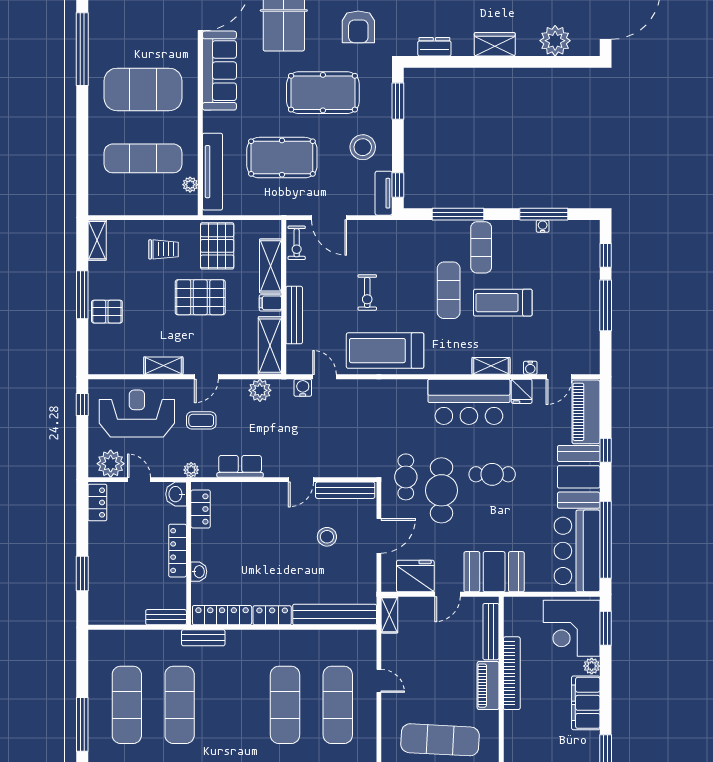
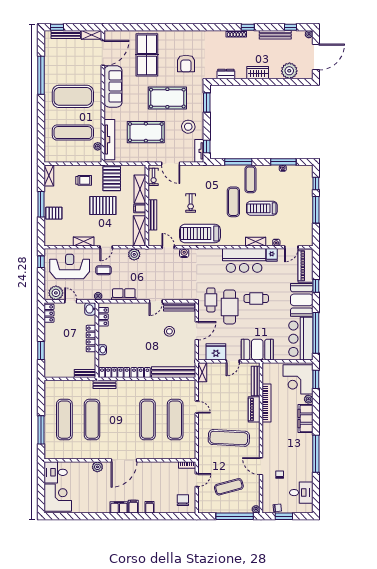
water cooler: (303, 388) -> (184, 253), moved

